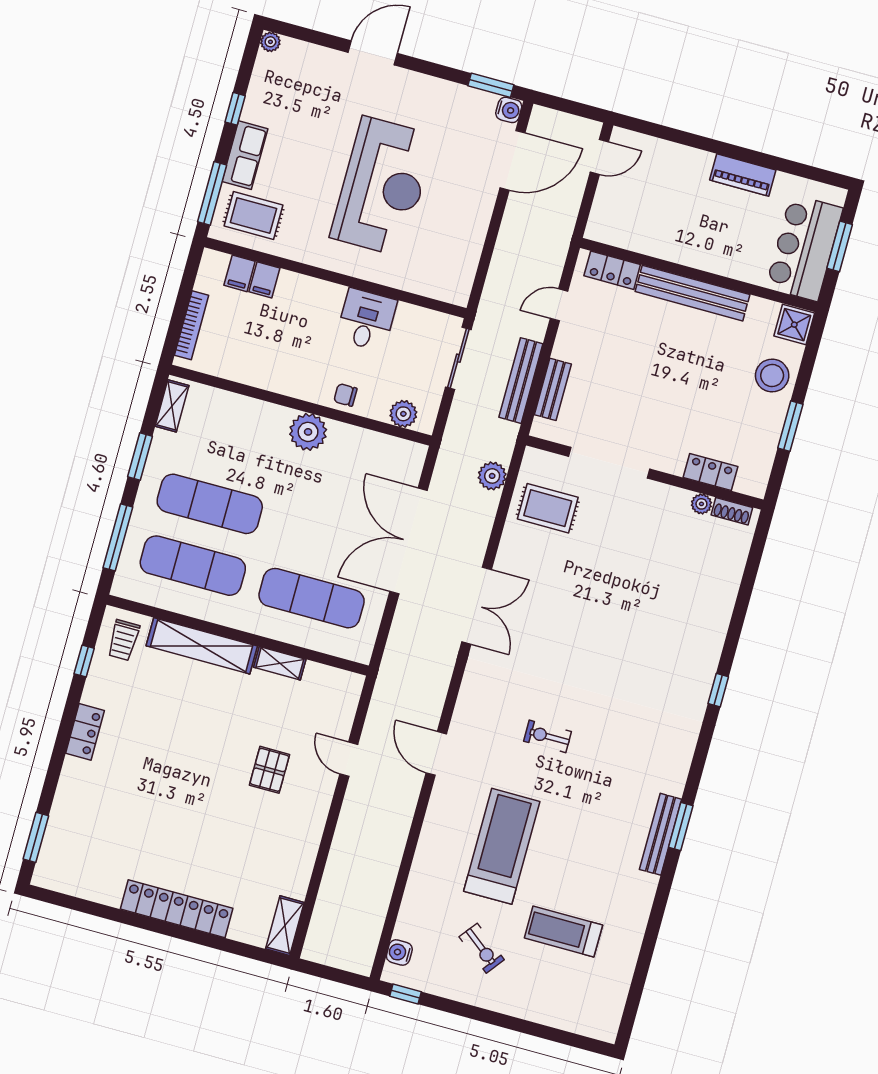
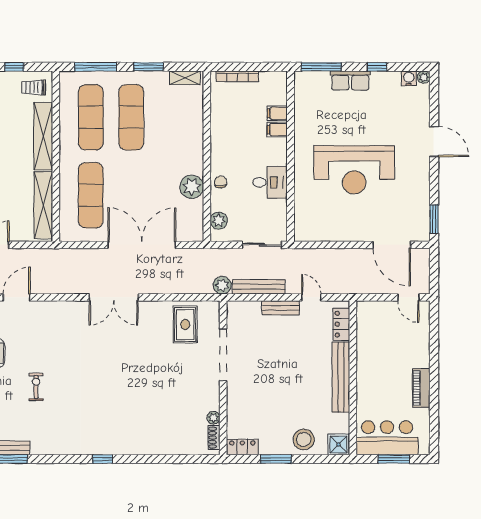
water cooler: (509, 110) -> (409, 78), moved, turned 180
rug: (253, 216) -> (315, 96), removed
filing cabinet: (240, 273) -> (277, 130), moved
bench: (553, 389) -> (281, 308), moved
plant: (308, 432) -> (192, 187), moved
locker: (710, 472) -> (242, 447), moved, turned -90
plant: (492, 476) -> (222, 285), moved
shelving: (280, 663) -> (43, 205), width x2.20, depth x1.33
exercise bike: (548, 736) -> (36, 387), moved

